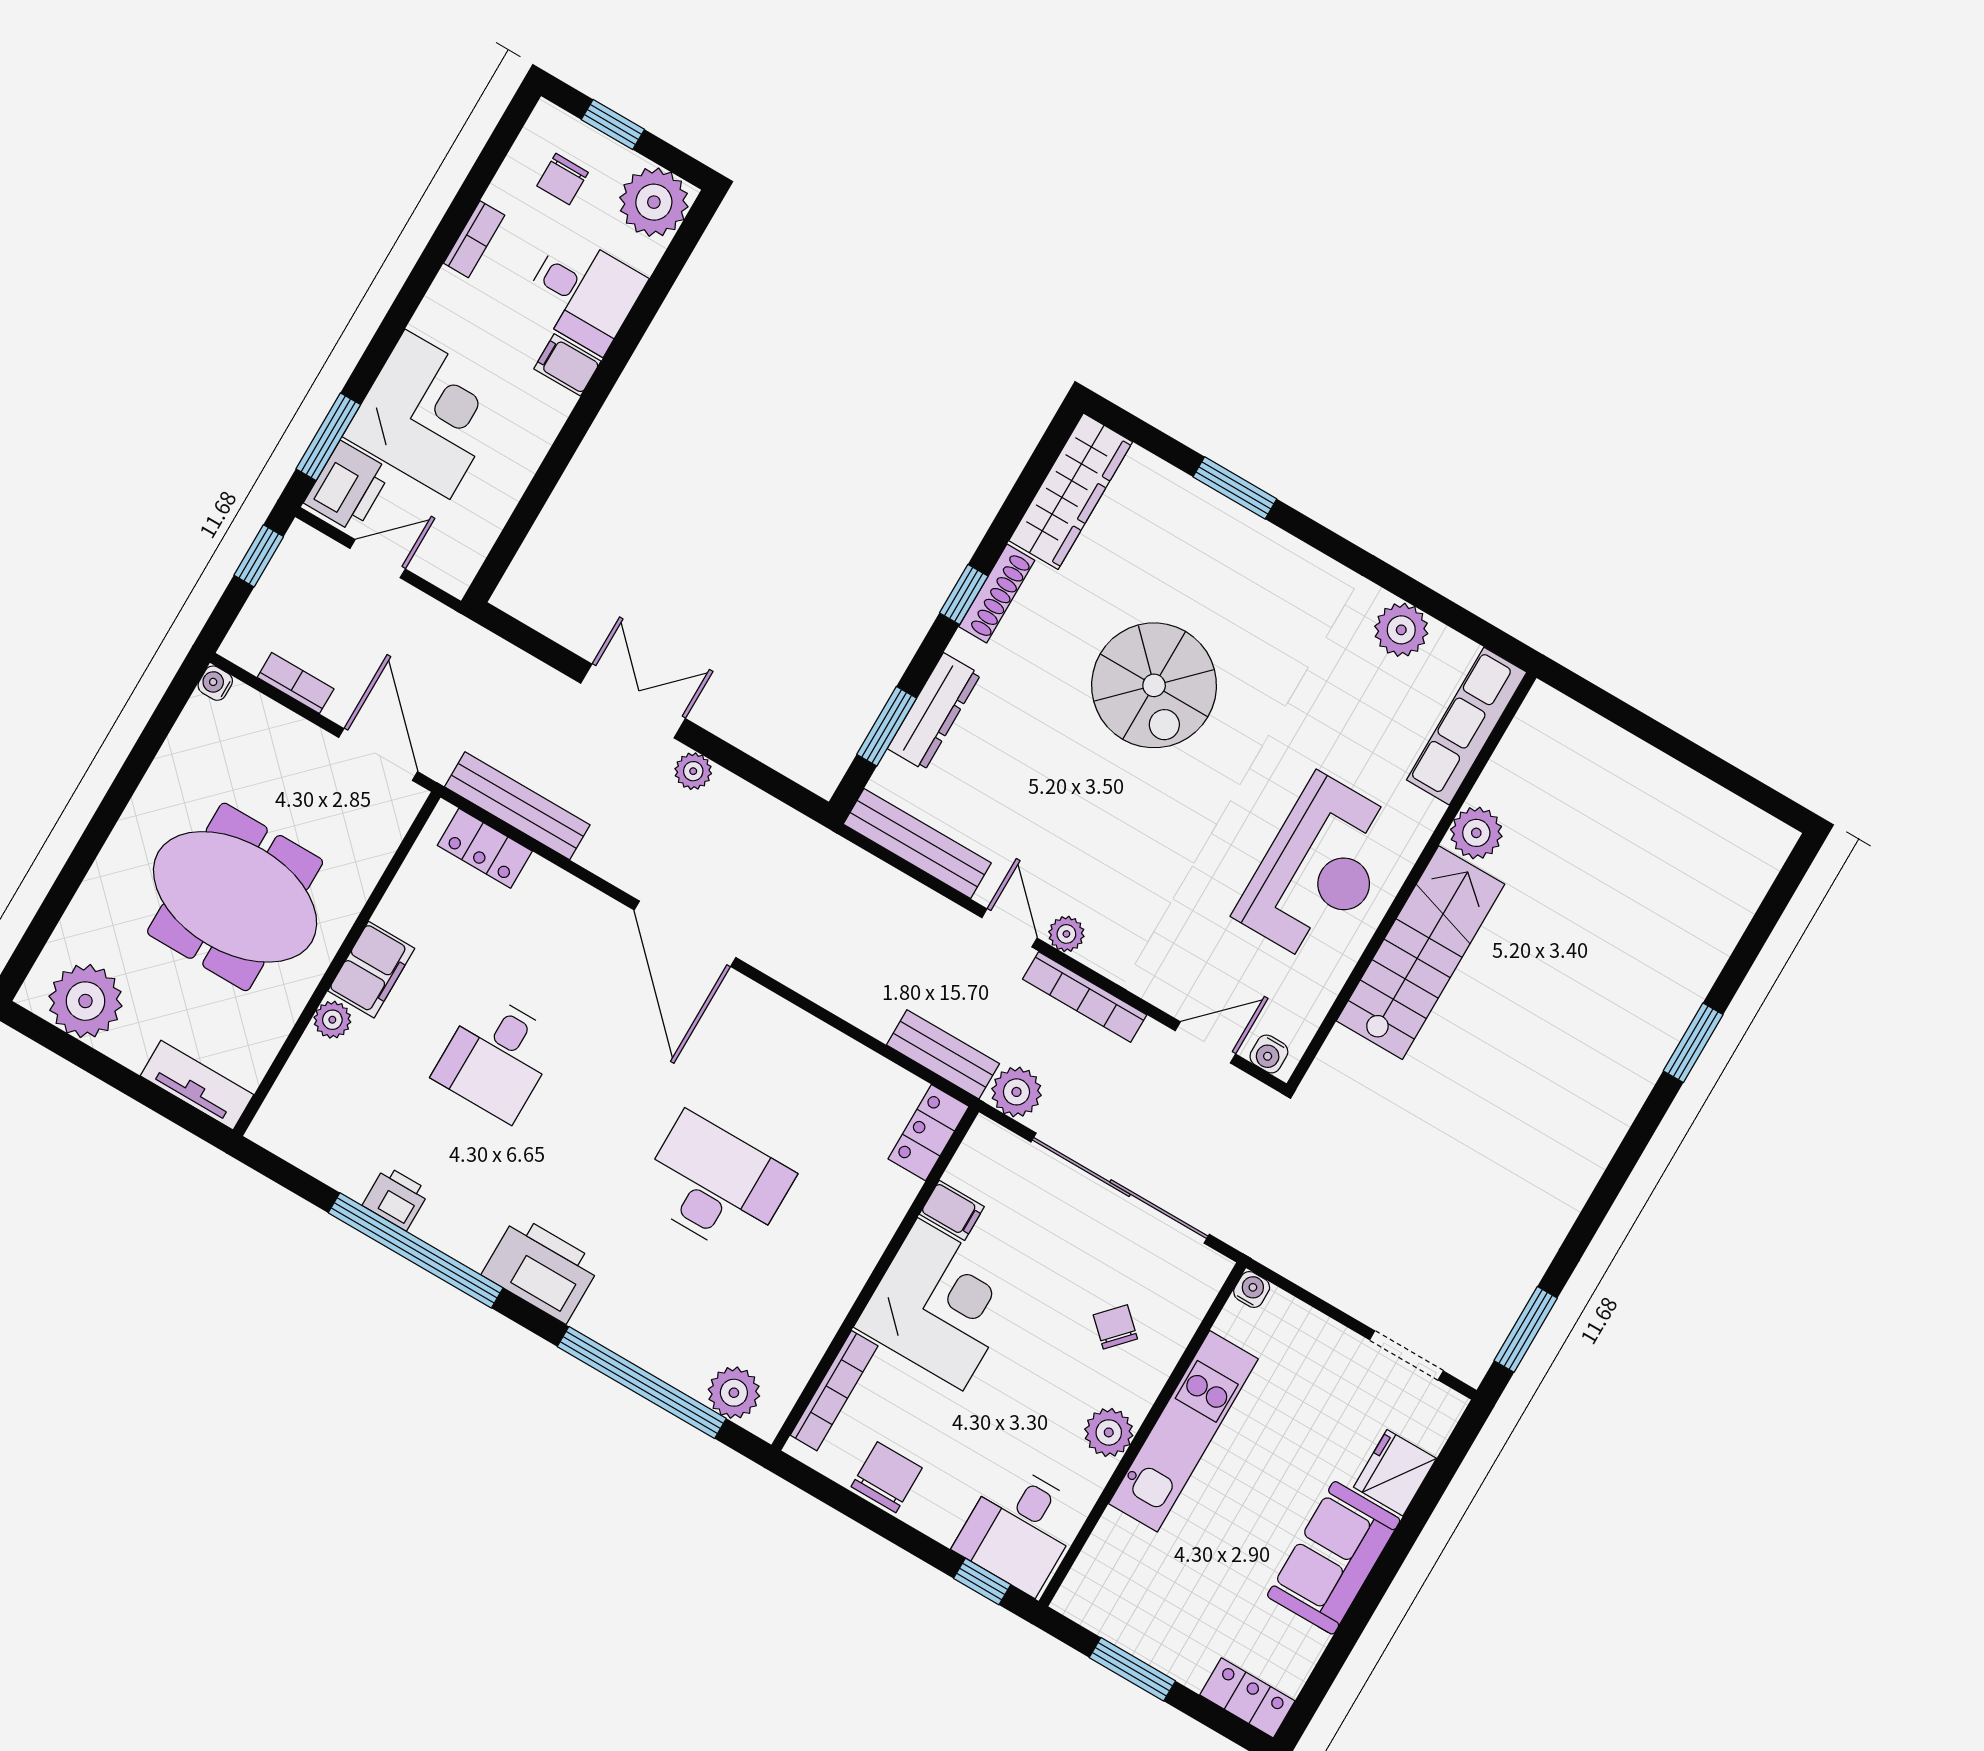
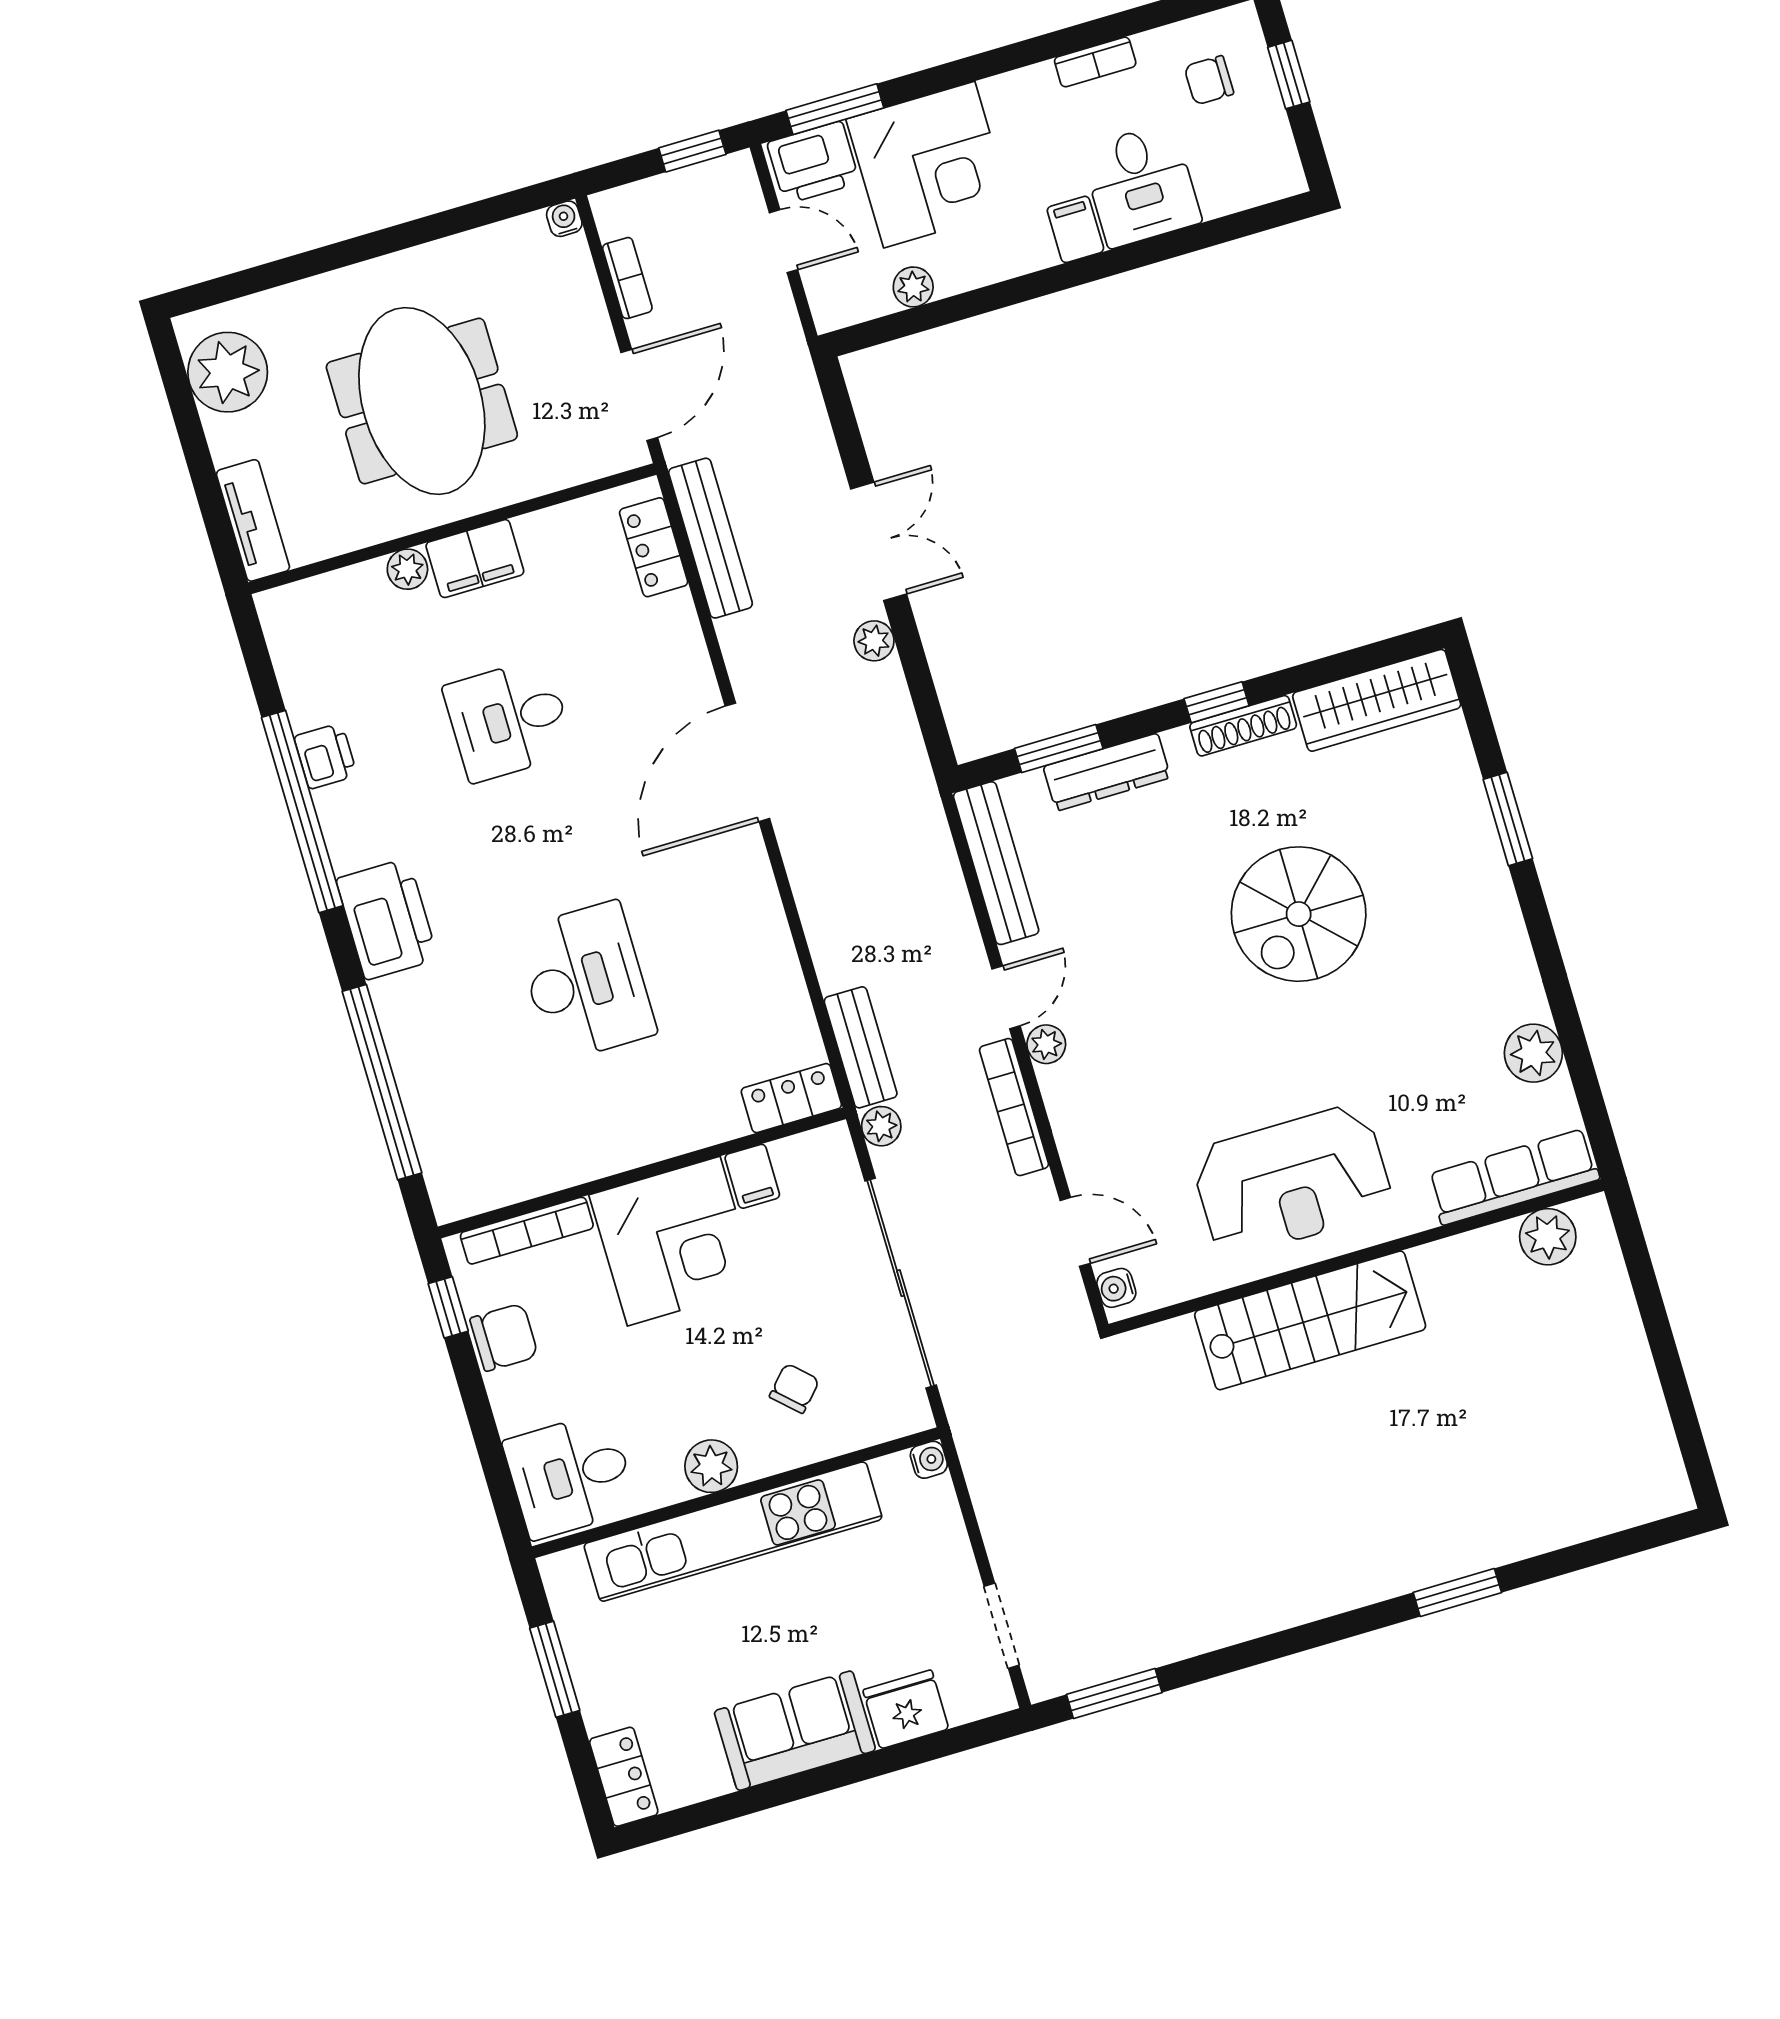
plant: (654, 202) -> (913, 287), moved, width x0.53, depth x0.53
plant: (1476, 833) -> (1548, 1237), moved
plant: (1016, 1092) -> (881, 1126), width x0.73, depth x0.73
plant: (734, 1393) -> (447, 1158), removed
kitchen unit: (1183, 1431) -> (733, 1532), width x1.36
window: (982, 1581) -> (448, 1307), moved

